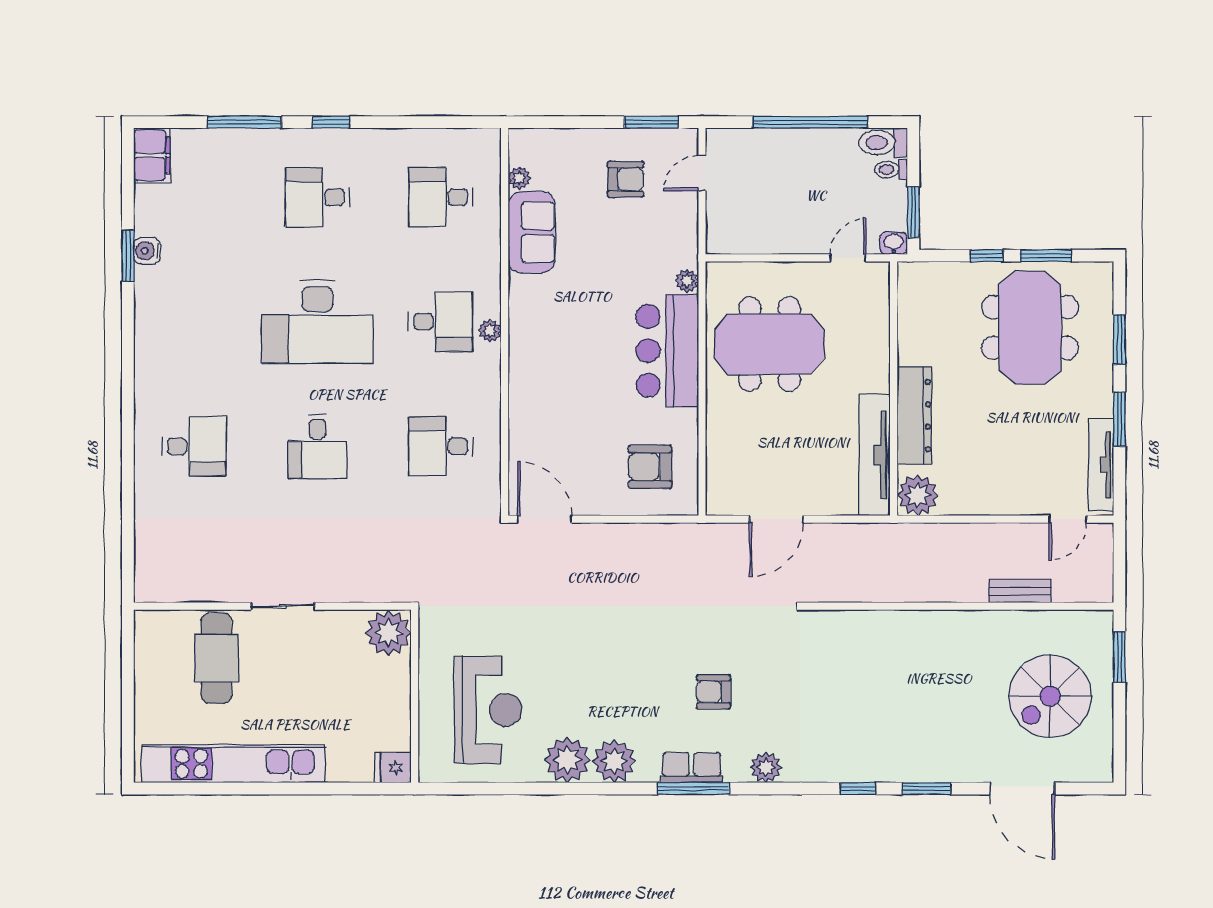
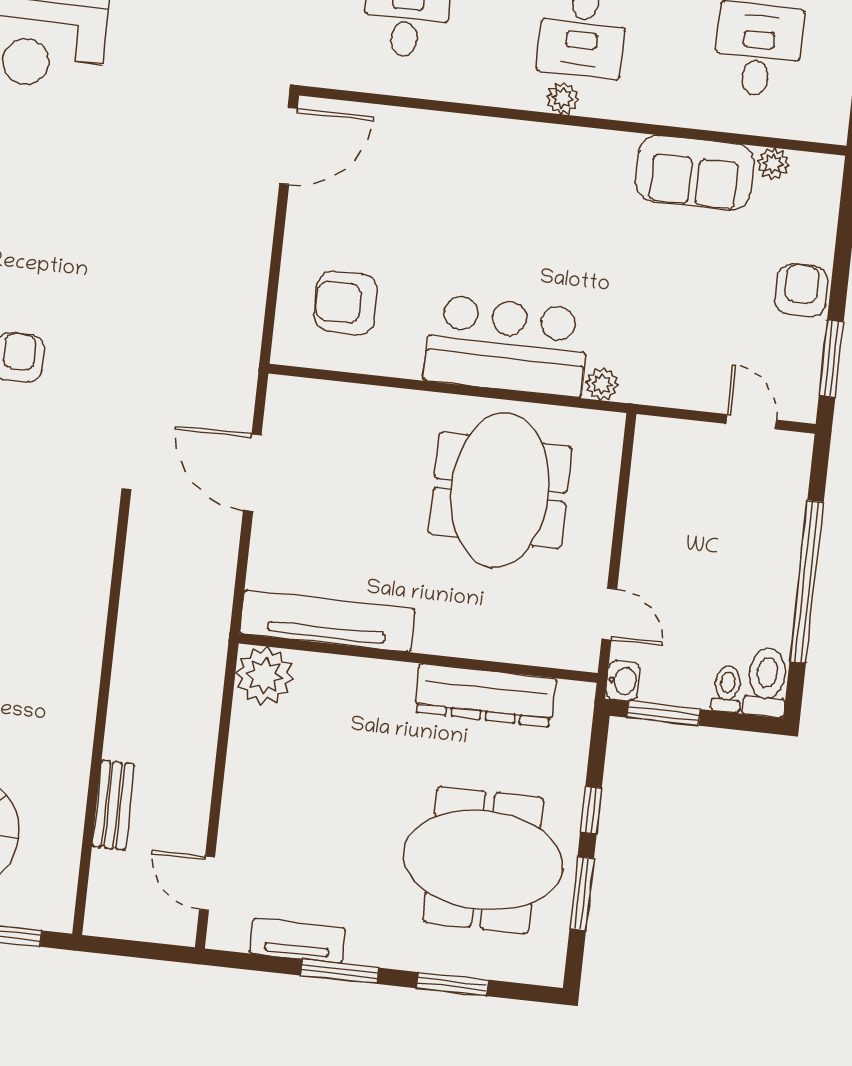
armchair: (625, 179) -> (801, 290), moved, turned 180
dresser: (914, 416) -> (485, 695), moved
tv unit: (1101, 465) -> (298, 941), width x0.71
armchair: (650, 467) -> (346, 303), turned -90

